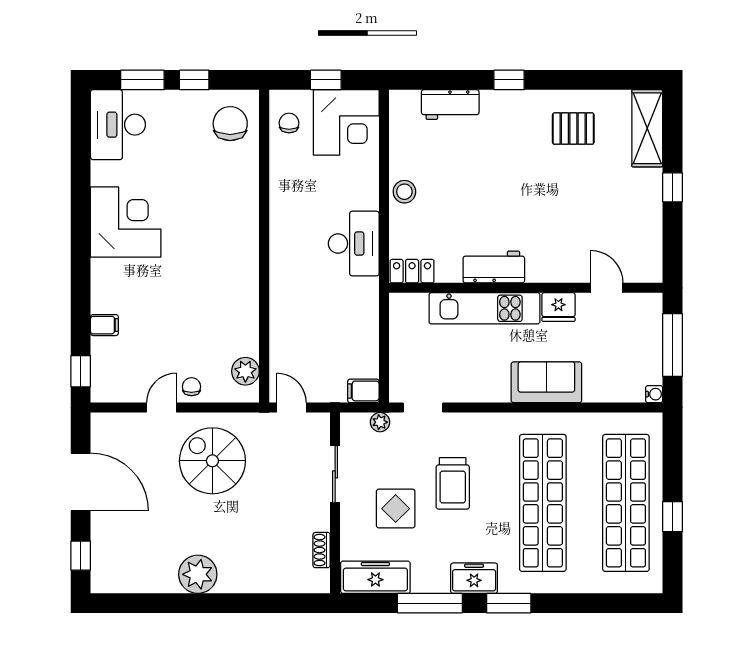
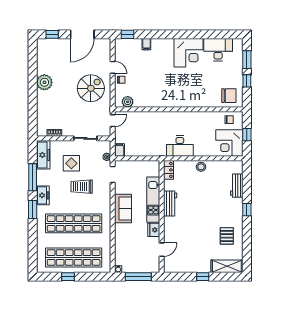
desk: (118, 125) -> (218, 50), moved
sofa: (546, 382) -> (123, 209), moved

